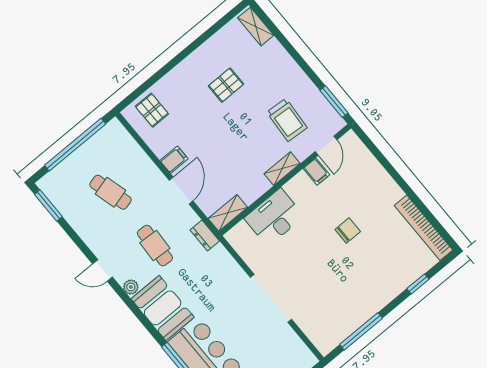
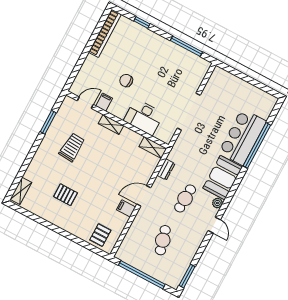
door: (326, 146) -> (85, 103), moved
shelving: (282, 169) -> (111, 125), moved
filing cabinet: (316, 172) -> (104, 102), moved
wall: (285, 180) -> (117, 120), moved
shelving: (228, 213) -> (153, 147), moved
desk: (274, 217) -> (144, 117), moved

